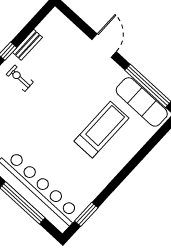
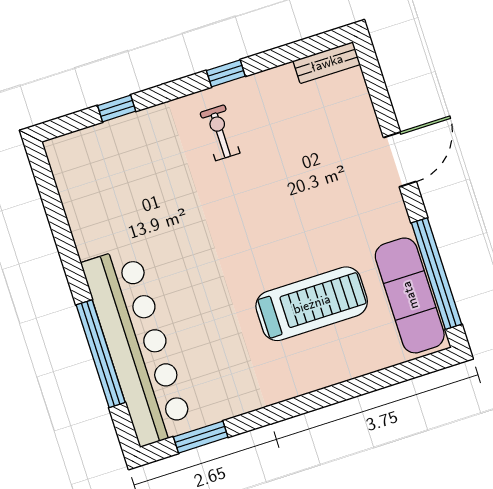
bench: (27, 45) -> (327, 63), moved

